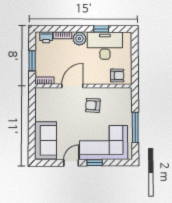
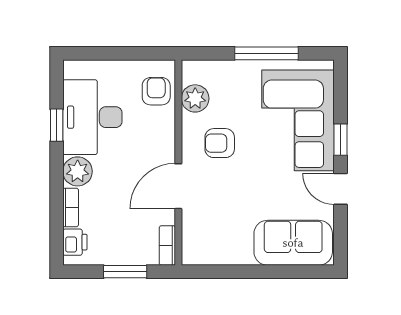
door: (72, 86) -> (178, 186), hinge flipped
plant: (114, 94) -> (195, 98), added
armchair: (93, 105) -> (220, 143), turned 86

